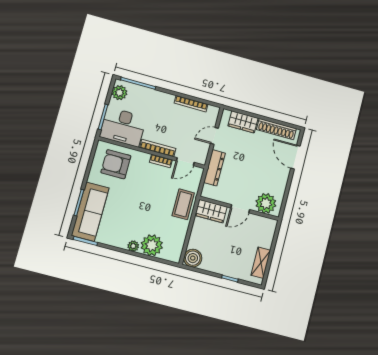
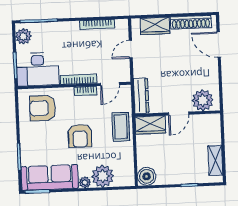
dresser: (214, 168) -> (141, 96), moved
armchair: (143, 201) -> (80, 136), added
sofa: (90, 212) -> (50, 178), moved, turned -90

